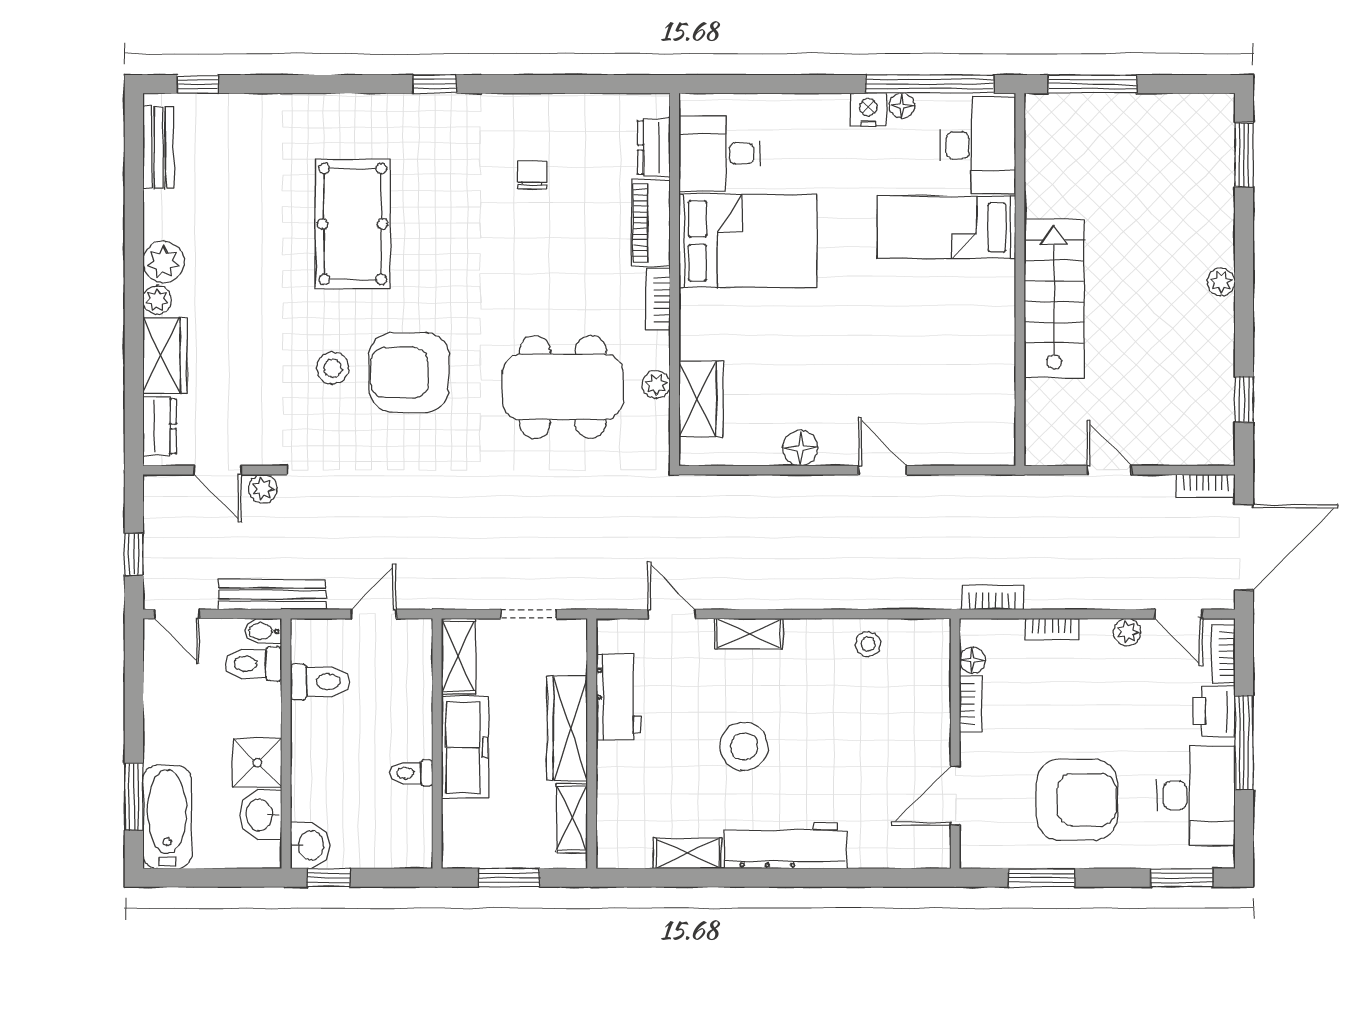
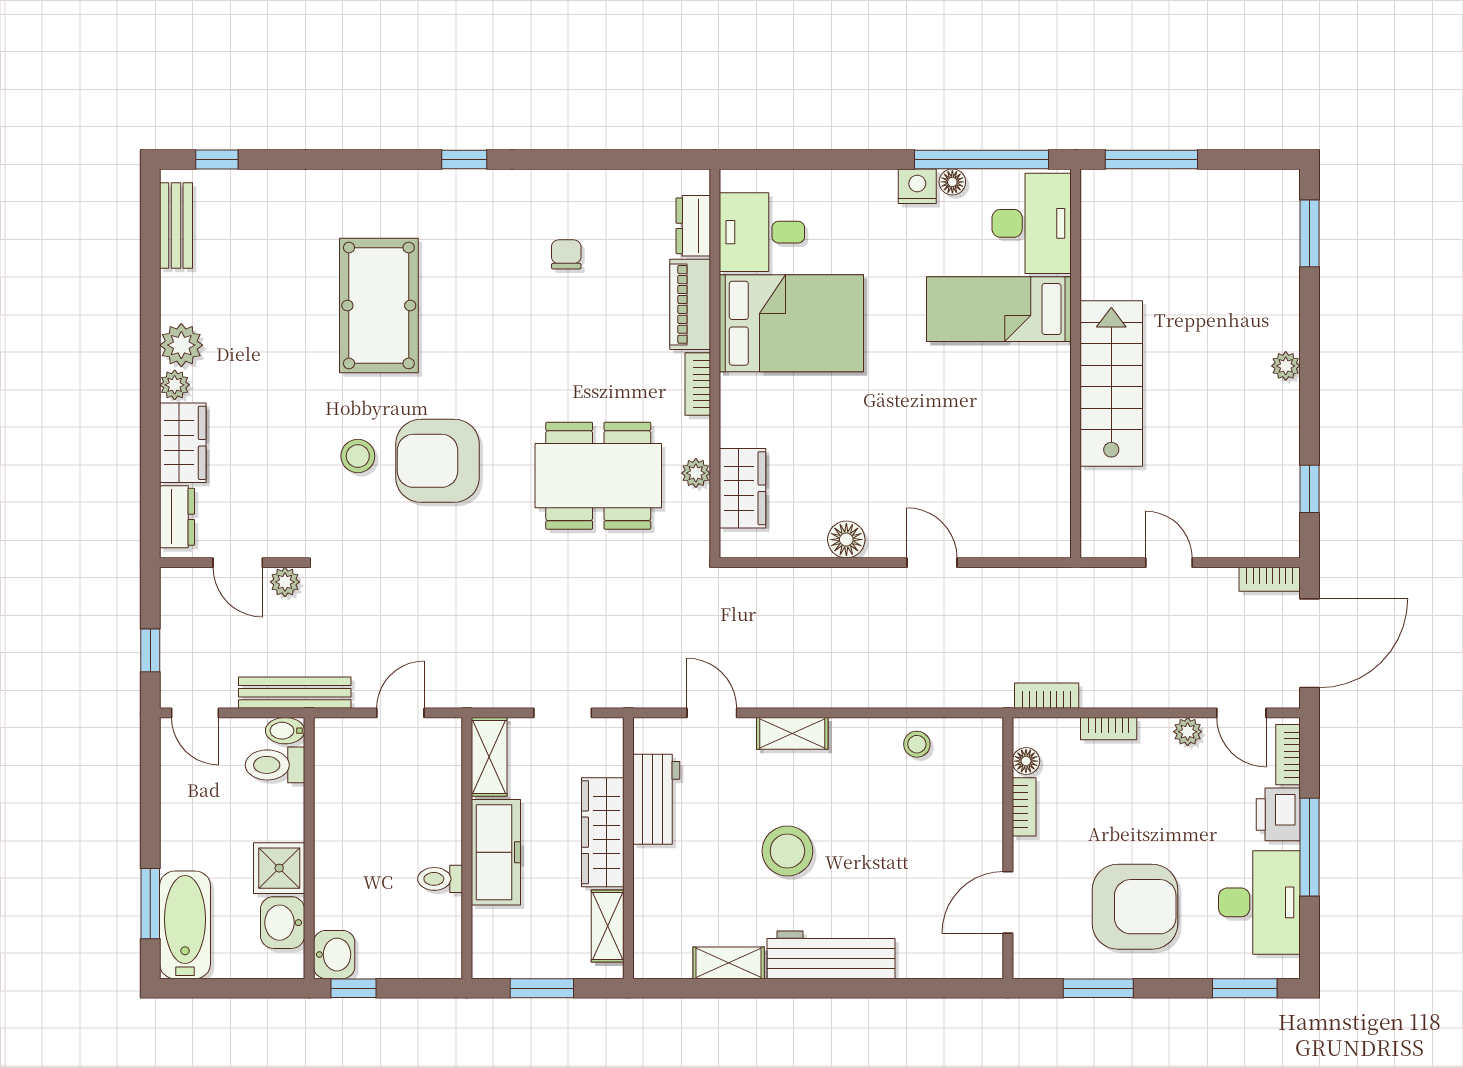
toilet: (320, 682) -> (345, 784), removed

